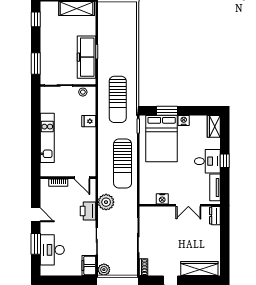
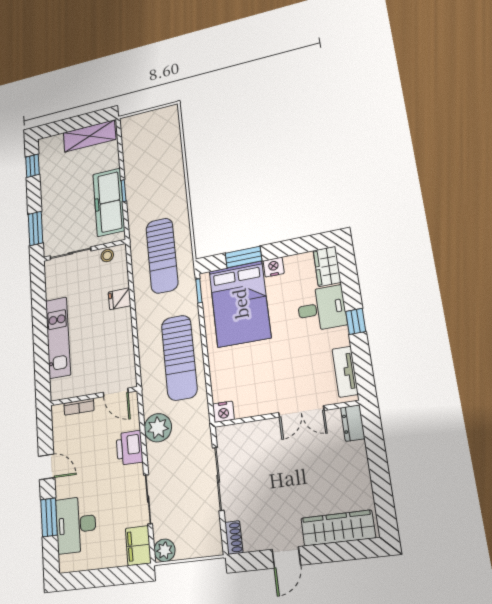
desk: (207, 161) -> (322, 309), moved
nightstand: (162, 199) -> (223, 412), moved

